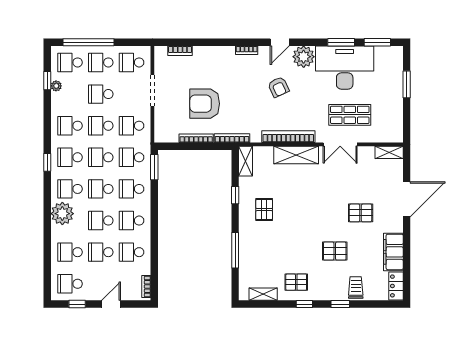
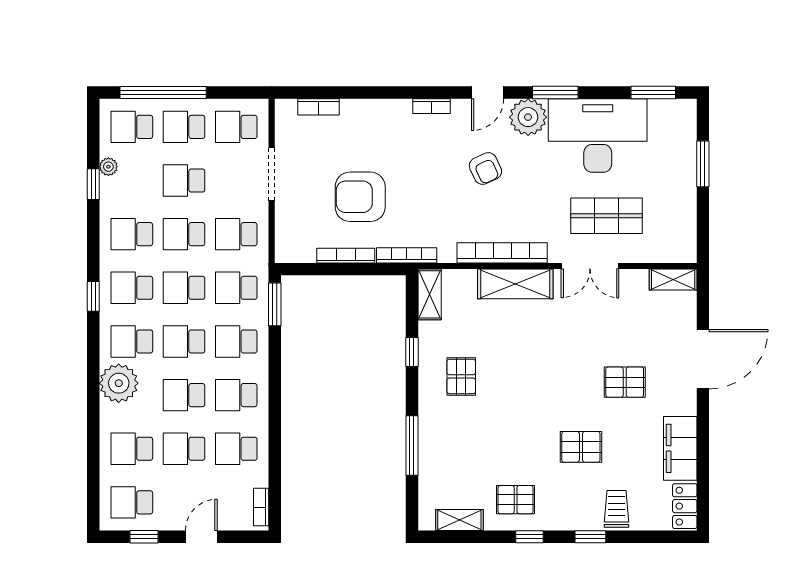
window: (341, 42) -> (555, 93), moved
window: (47, 81) -> (93, 184), moved

